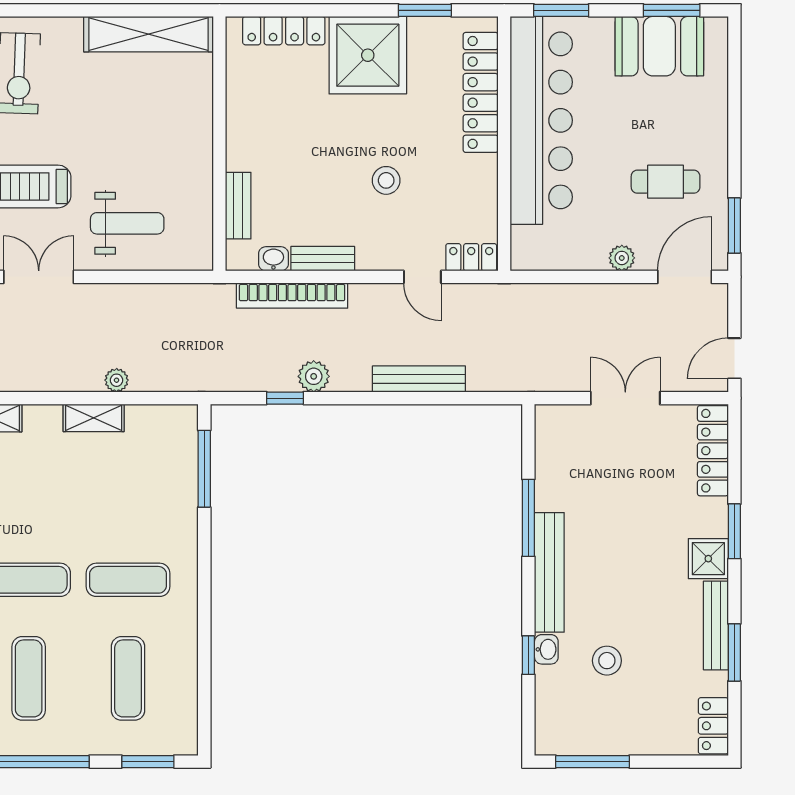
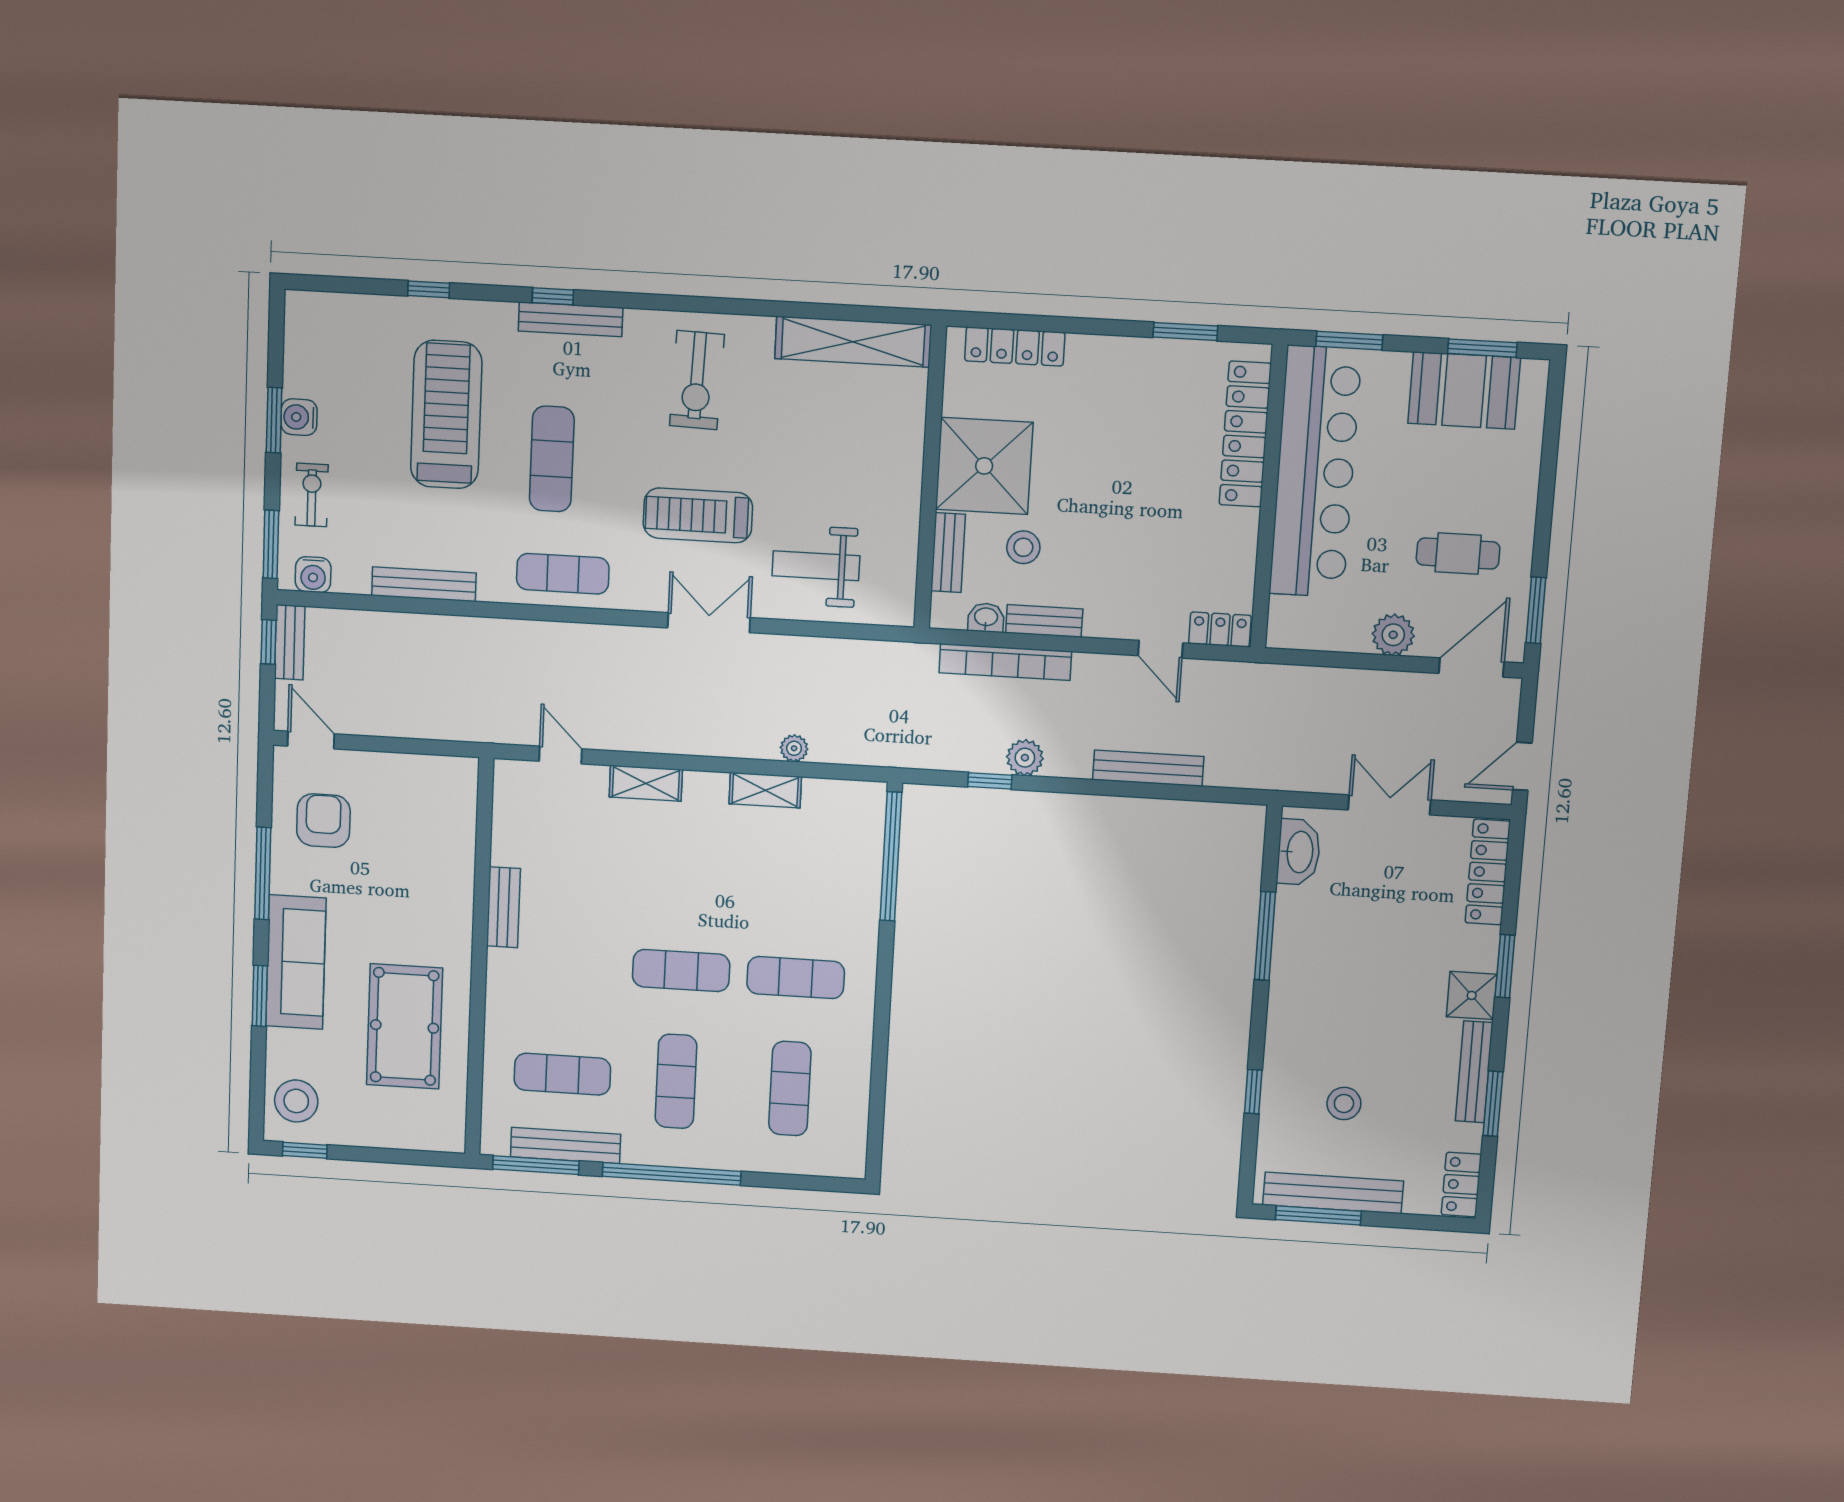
shower: (368, 55) -> (984, 466), moved
stool: (386, 180) -> (1023, 547), moved
weight bench: (127, 223) -> (816, 566), turned 180
plant: (622, 258) -> (1393, 635), width x1.38, depth x1.38
window: (204, 469) -> (891, 857), width x1.46
bench: (549, 572) -> (1333, 1193), moved, turned 90
washbasin: (546, 649) -> (1299, 852), moved, width x1.91, depth x1.45
window: (148, 762) -> (808, 1183), removed

